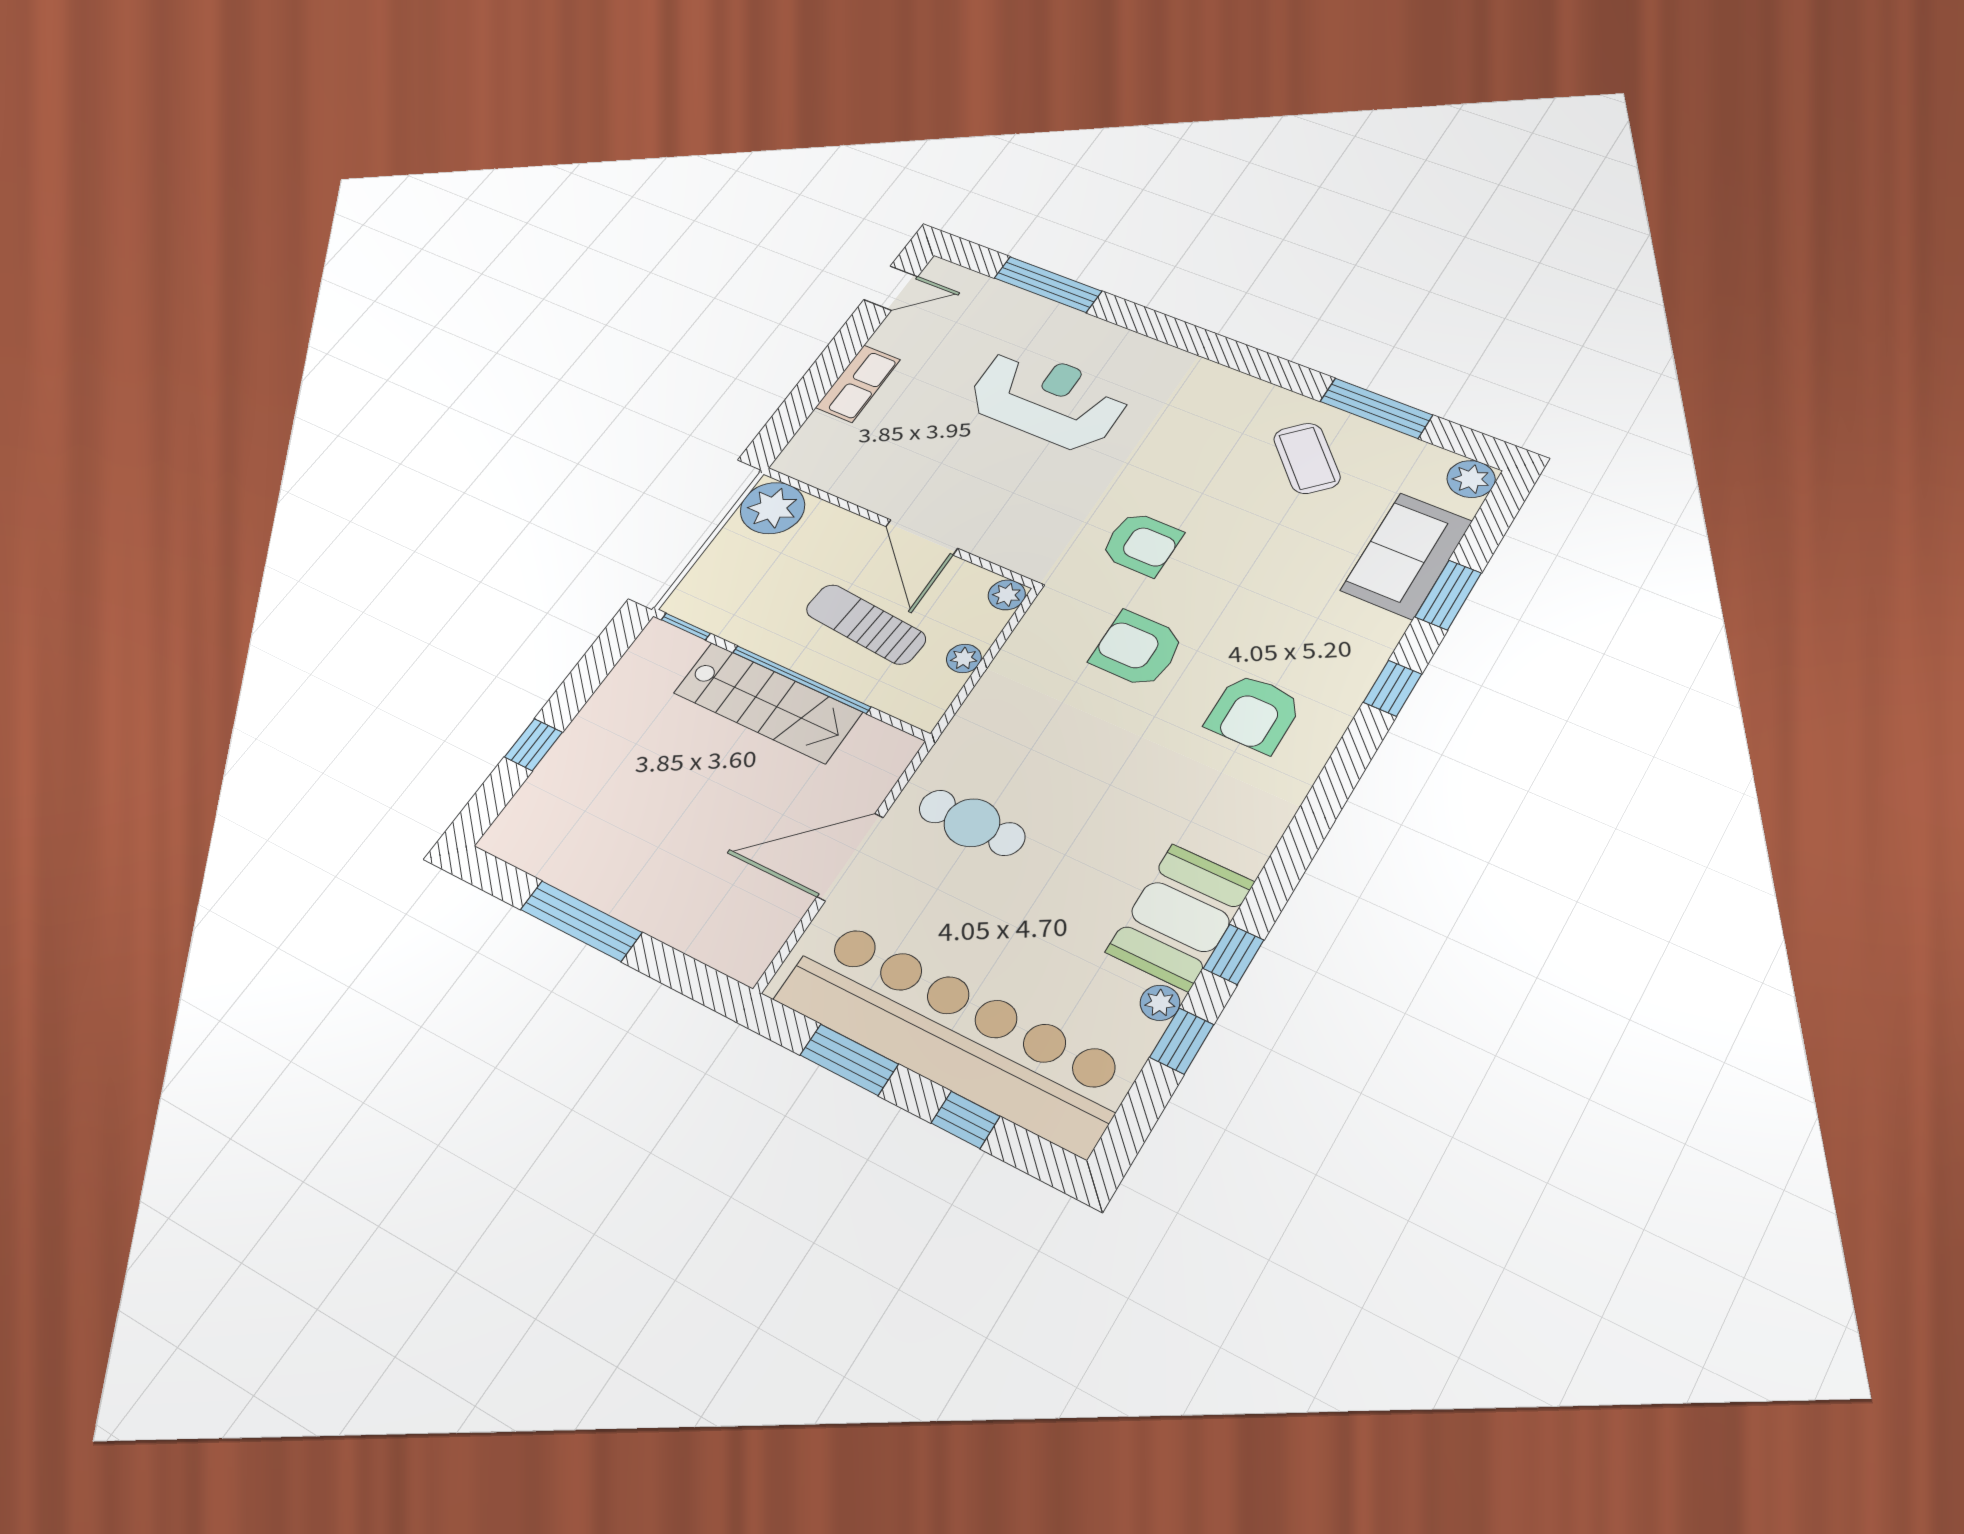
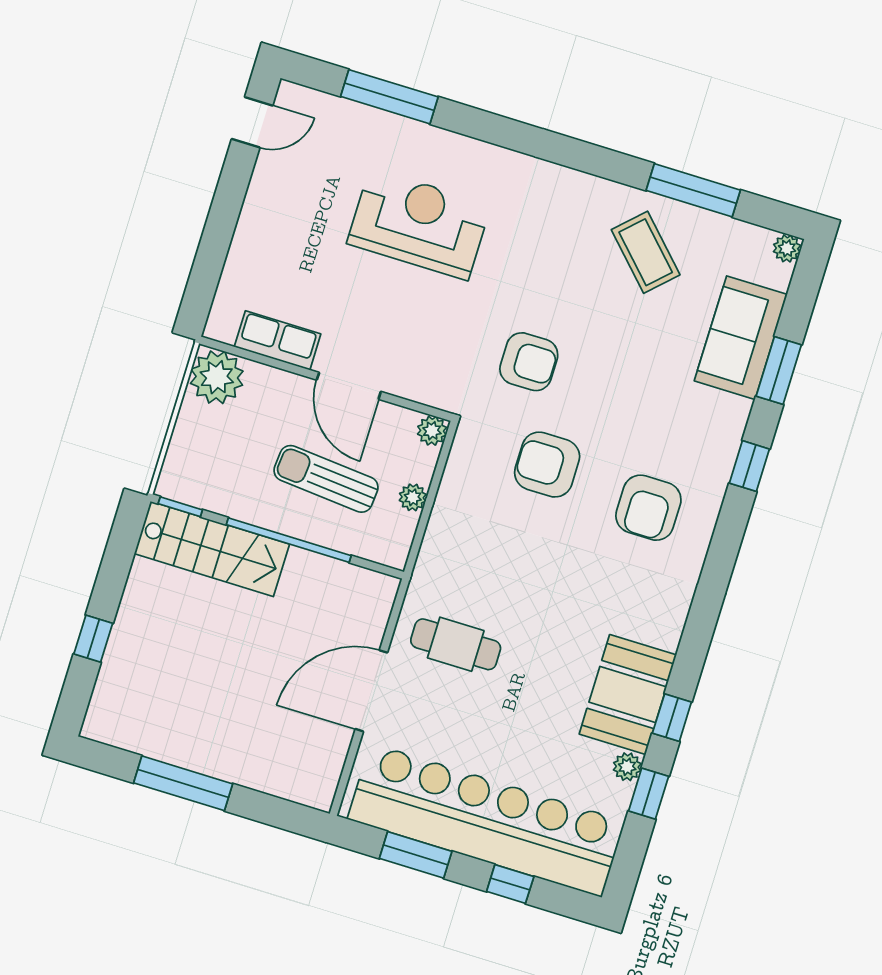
row of seats: (858, 384) -> (278, 340), moved, turned -90
plant: (1471, 479) -> (787, 248), width x0.73, depth x0.73
stairs: (768, 703) -> (212, 549), moved

